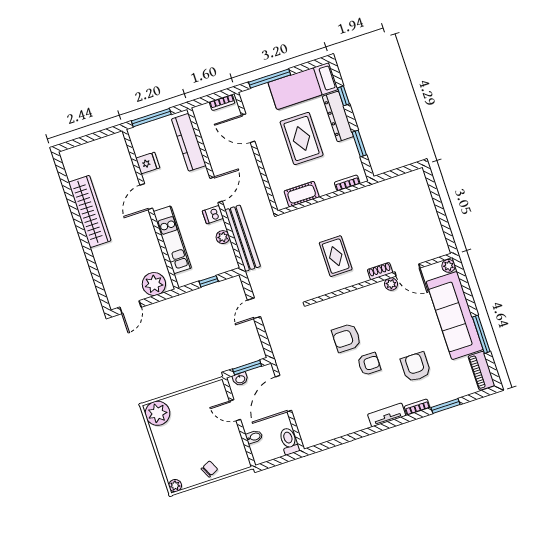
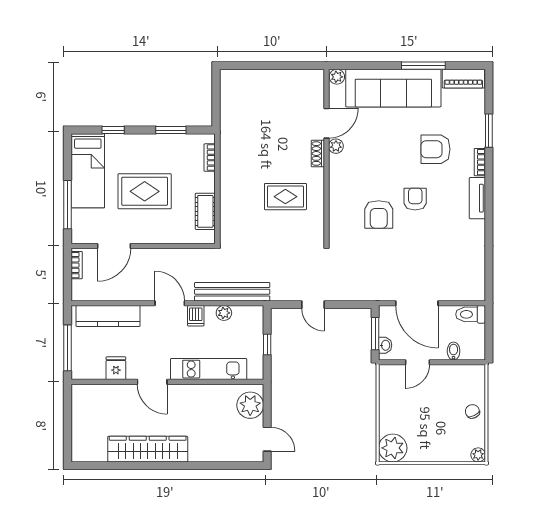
dresser: (338, 116) -> (134, 144), removed

